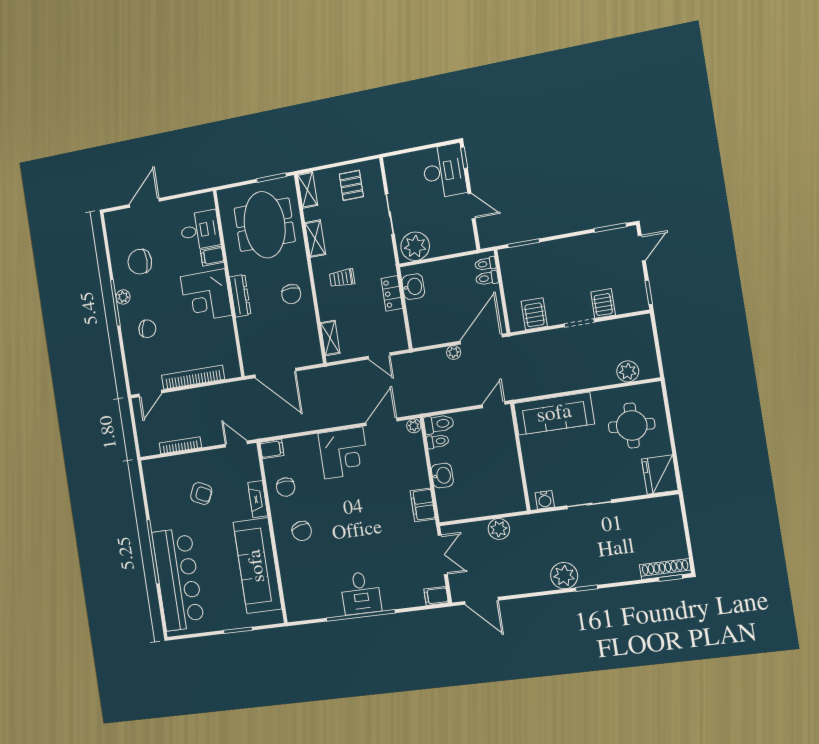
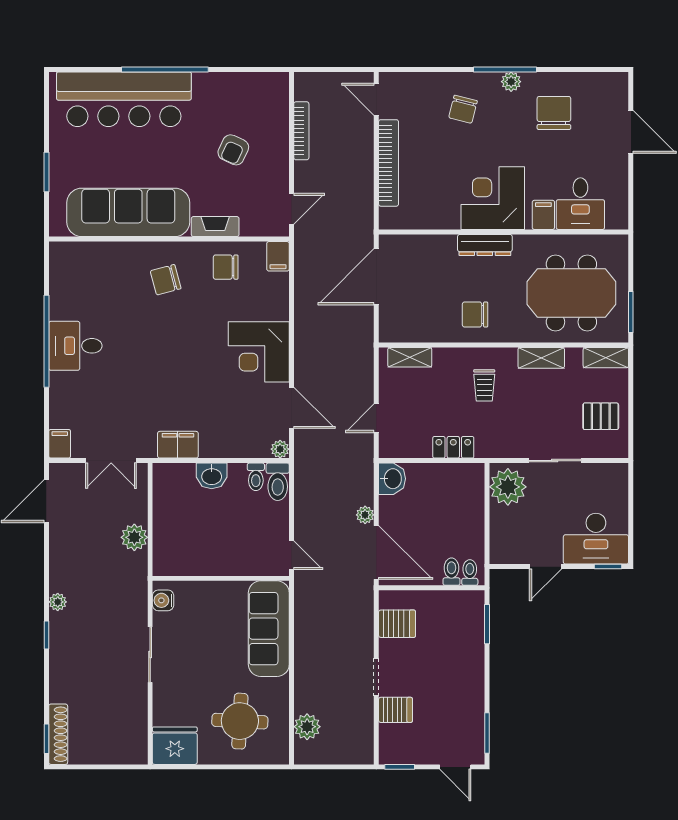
trolley: (342, 278) -> (484, 385), turned 180
washbasin: (413, 287) -> (392, 479), moved, turned -90
plant: (564, 576) -> (58, 602), width x0.53, depth x0.53

